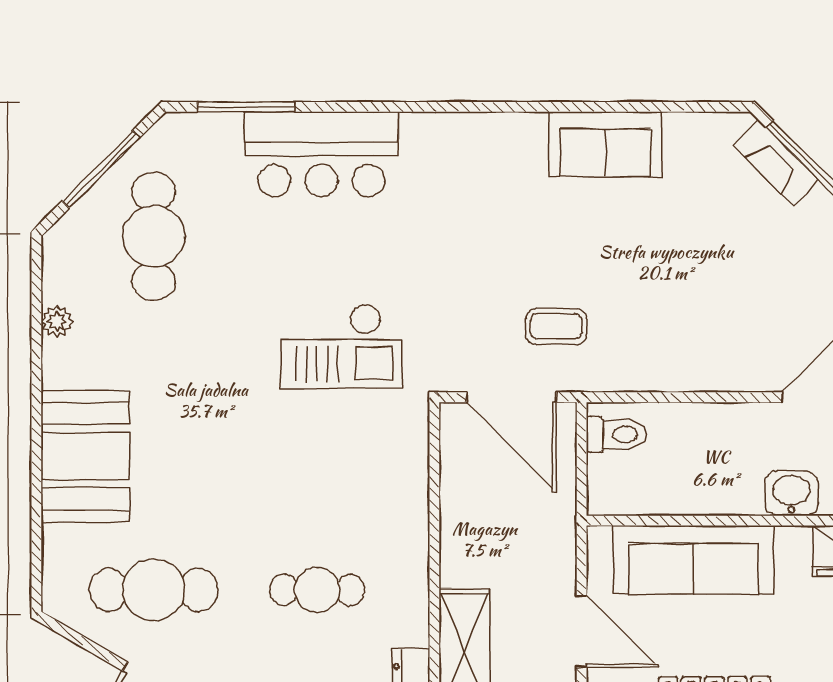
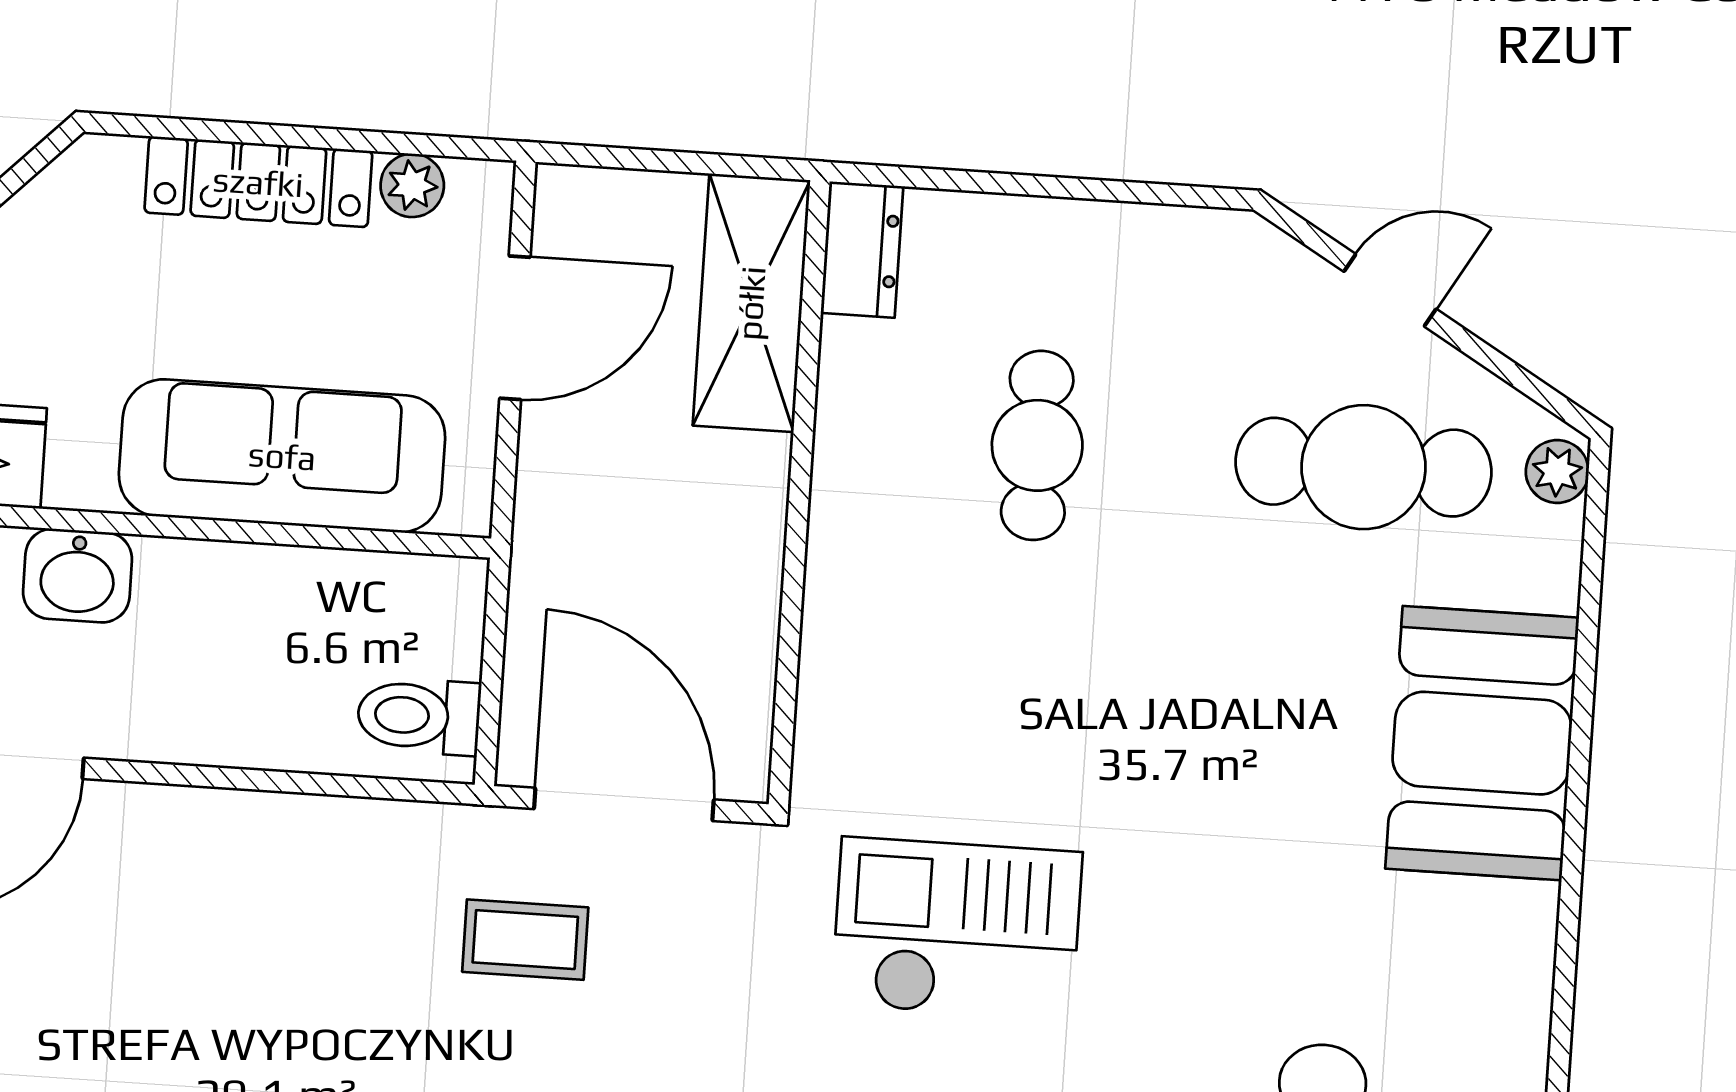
plant: (57, 322) -> (1557, 472), moved
cafe table: (317, 590) -> (1037, 445), turned 90
door: (582, 631) -> (515, 328), swing flipped

